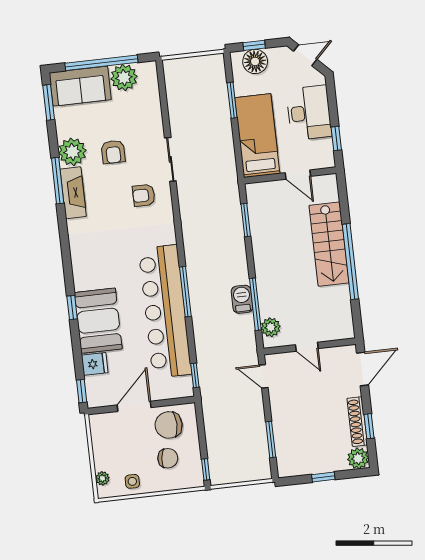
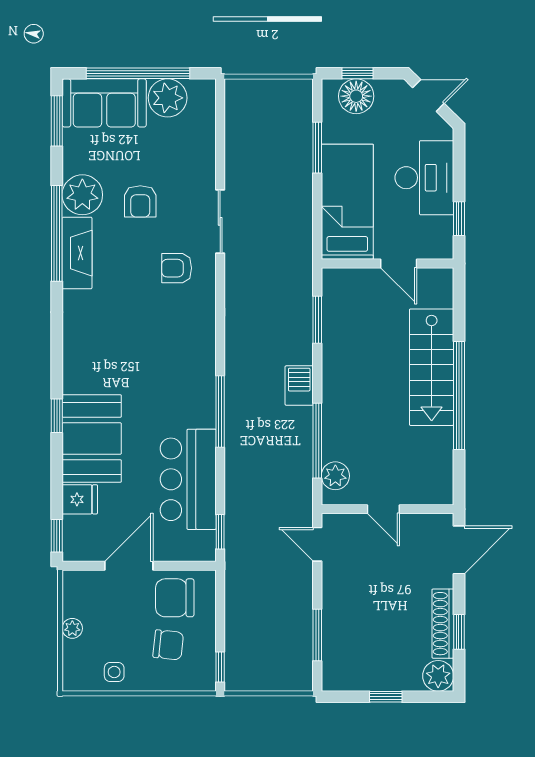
window: (58, 181) -> (57, 233), width x1.46
barbecue: (242, 299) -> (299, 386), moved
bar counter: (165, 311) -> (188, 479), width x0.54
plant: (102, 478) -> (72, 628), moved

